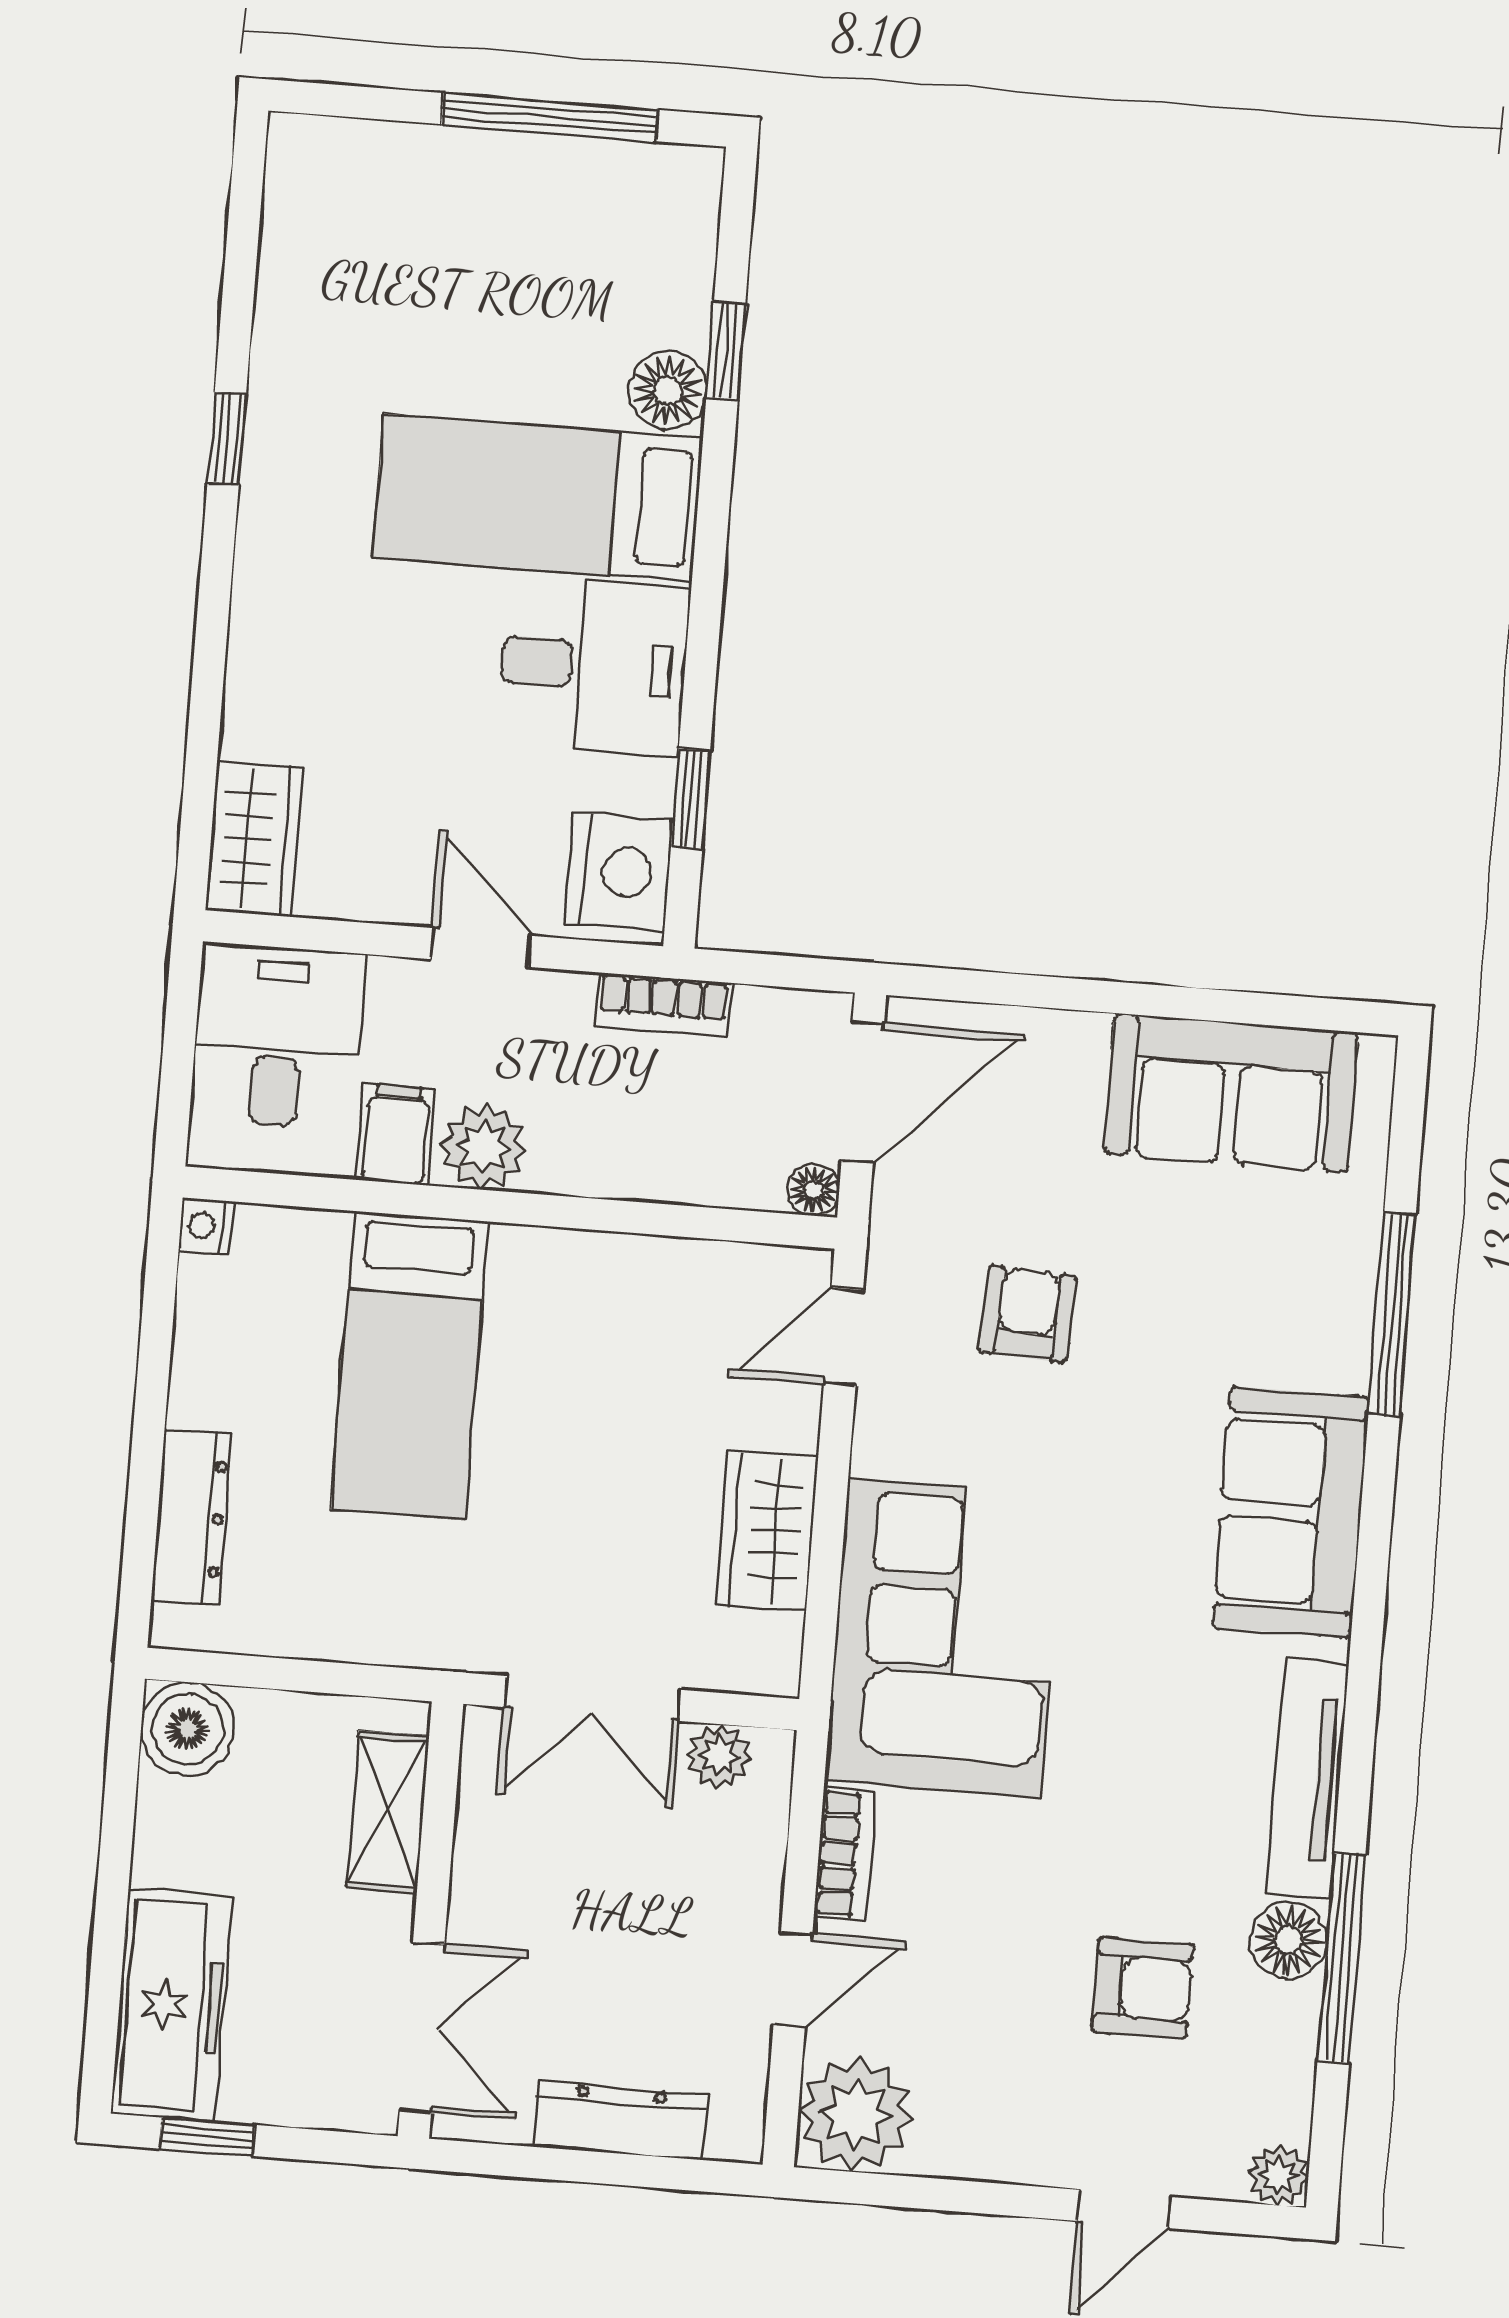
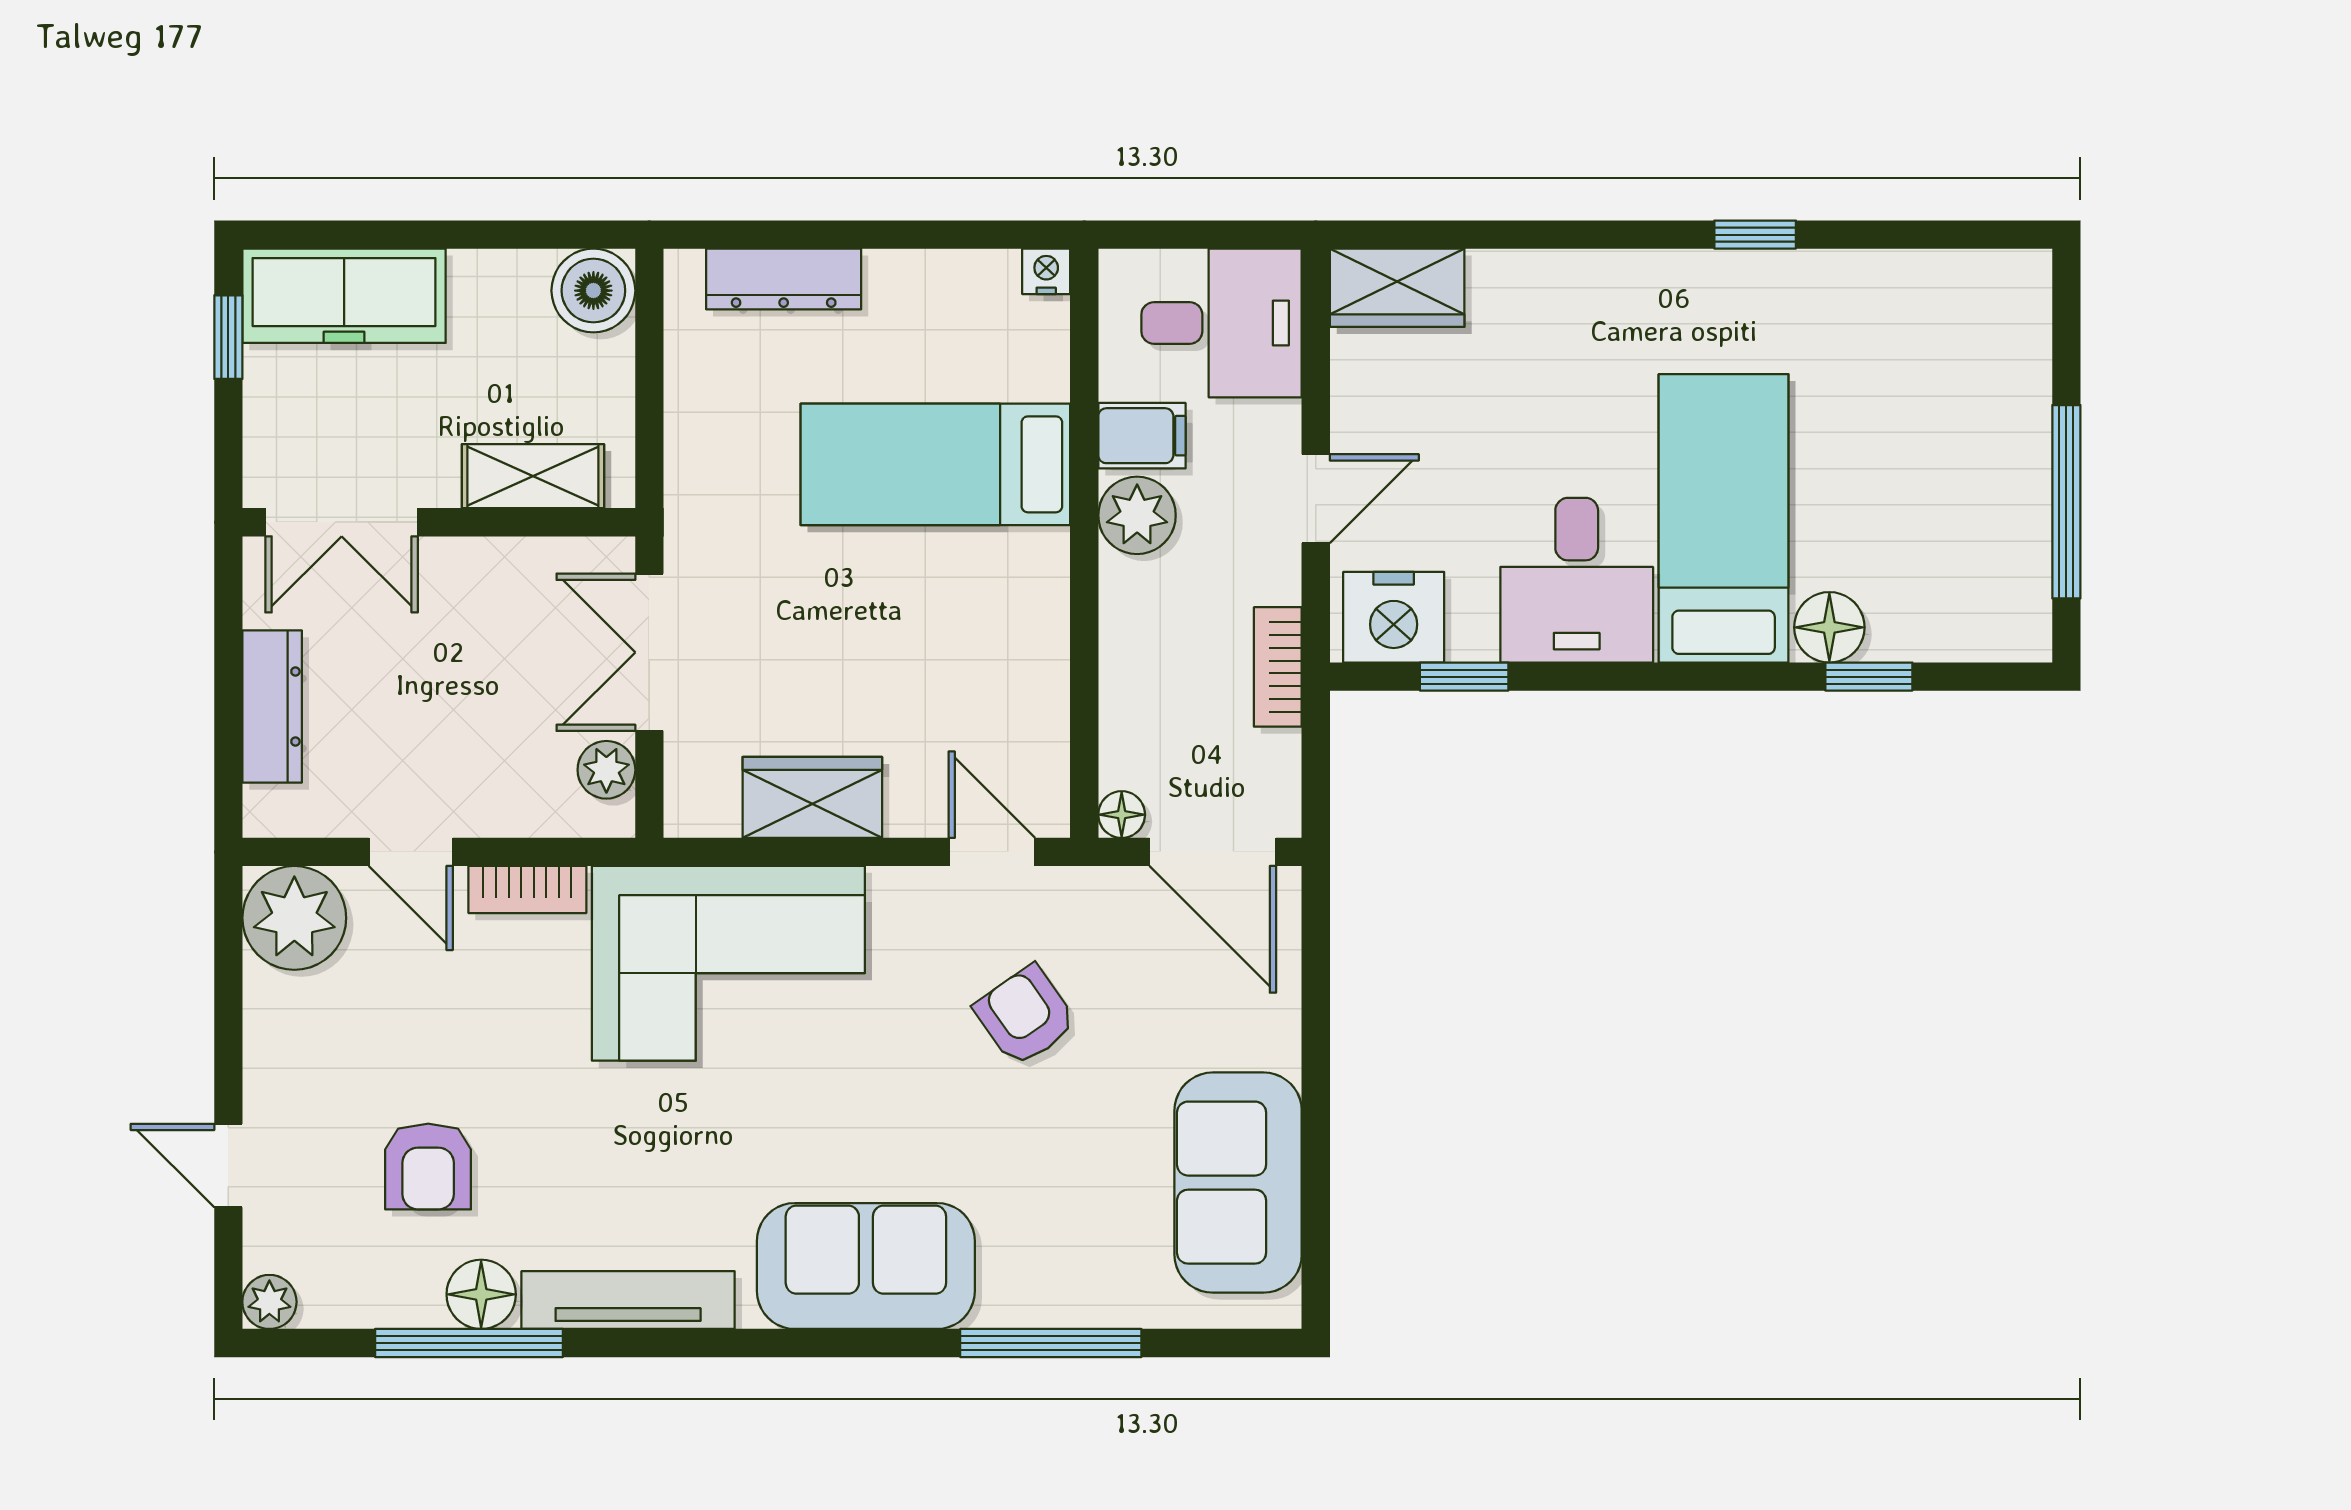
armchair: (1028, 1314) -> (1025, 1016), turned -128

